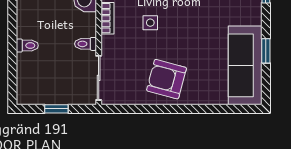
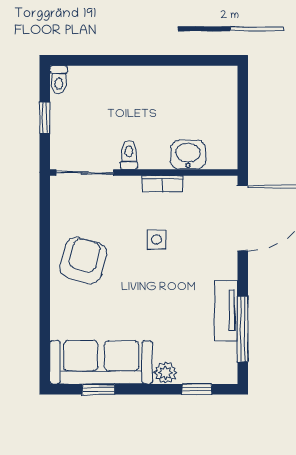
plant: (253, 16) -> (165, 373), added
toilet: (27, 46) -> (59, 80), moved
window: (266, 51) -> (99, 389), moved

